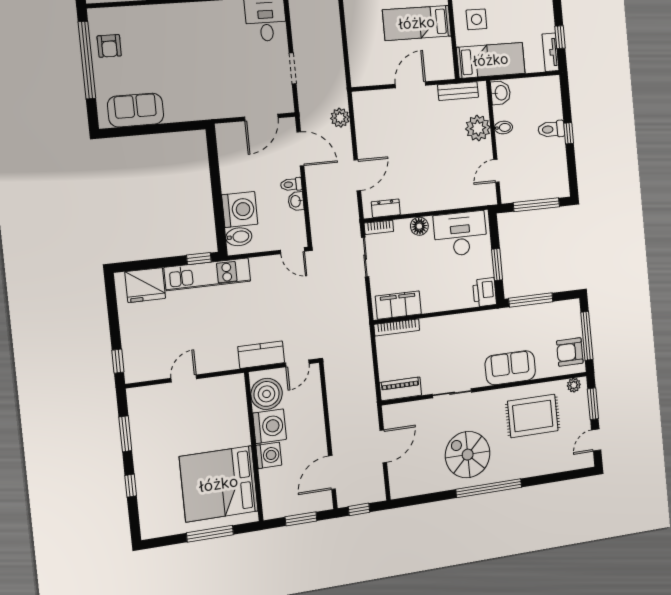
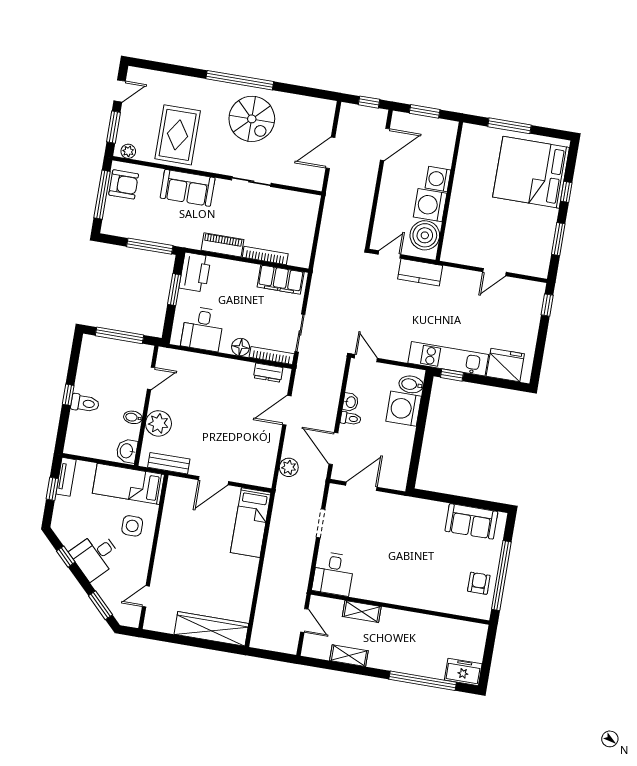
bed: (417, 23) -> (251, 523), moved, turned 90
bookcase: (379, 227) -> (272, 356), width x1.56
desk: (460, 234) -> (203, 329), width x0.73
printer: (485, 292) -> (195, 272), width x1.37, depth x1.19
bookcase: (397, 327) -> (265, 255), moved
piano: (401, 389) -> (223, 245), moved, turned 180
rug: (533, 416) -> (178, 135), turned 90
bed: (219, 484) -> (531, 172), moved, turned 180

